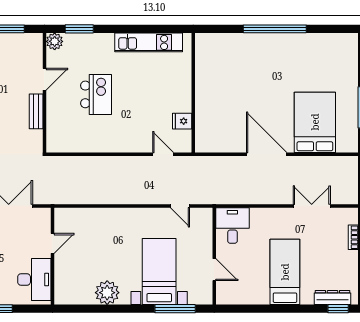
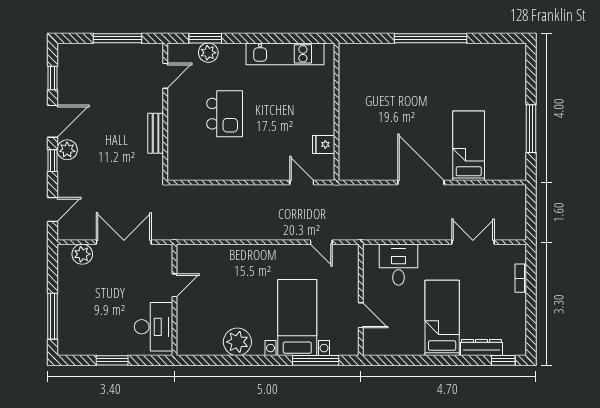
plant: (55, 41) -> (208, 53), moved
door: (44, 79) -> (165, 76), moved
bed: (315, 122) -> (469, 146), width x0.67
desk: (232, 226) -> (398, 265), moved
dresser: (333, 298) -> (482, 348), moved

